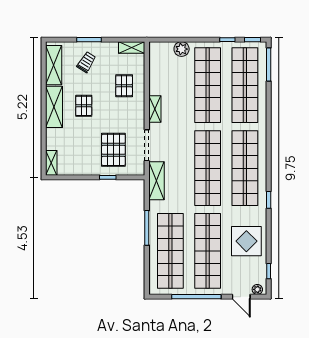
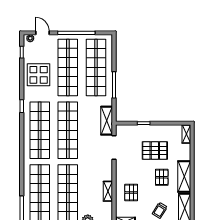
shelving: (155, 109) -> (108, 191), moved
pallet: (113, 150) -> (155, 151), moved, turned 90

